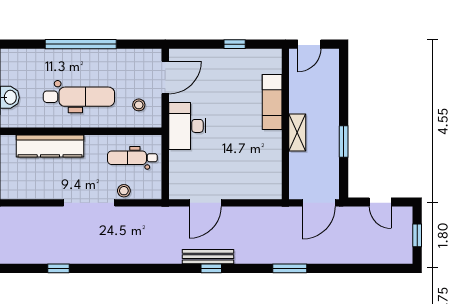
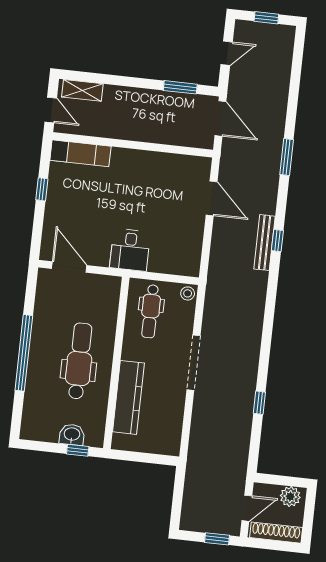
exam couch: (272, 102) -> (80, 153), moved
stool: (139, 105) -> (95, 298), removed
desk: (187, 126) -> (130, 250), width x0.73
shelving: (297, 132) -> (82, 90), moved
window: (344, 142) -> (180, 87), moved
stool: (124, 191) -> (188, 293), moved
door: (205, 203) -> (212, 198), moved

